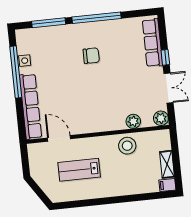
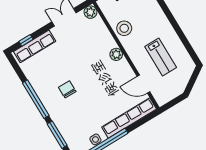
window: (165, 57) -> (26, 40), moved
plant: (133, 121) -> (116, 54), moved
door: (59, 138) -> (144, 84), hinge flipped

